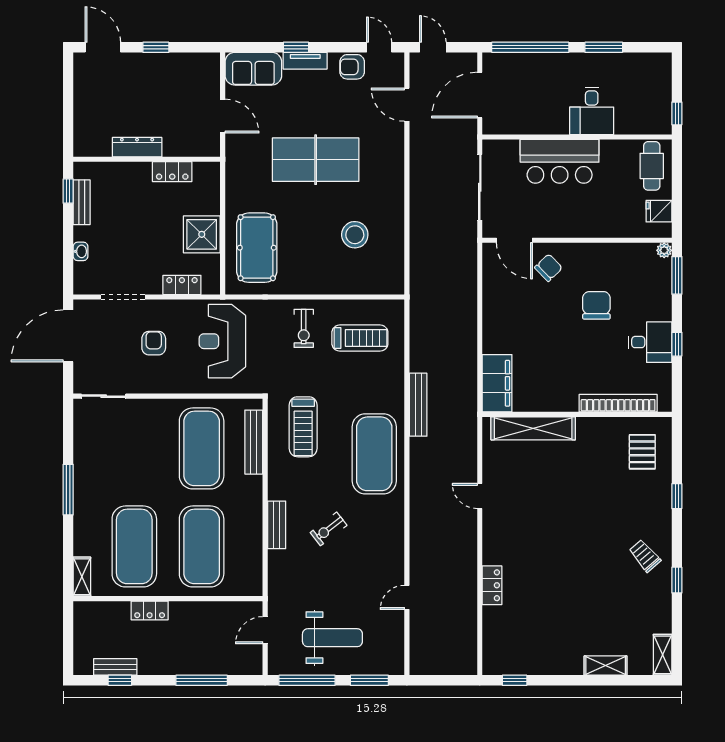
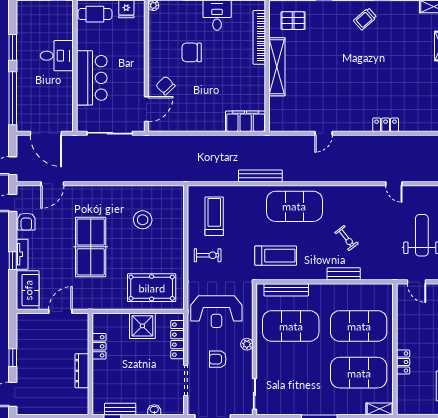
locker: (182, 285) -> (177, 340), width x1.53
plant: (175, 385) -> (247, 344), added
shelving: (533, 428) -> (277, 67), moved

